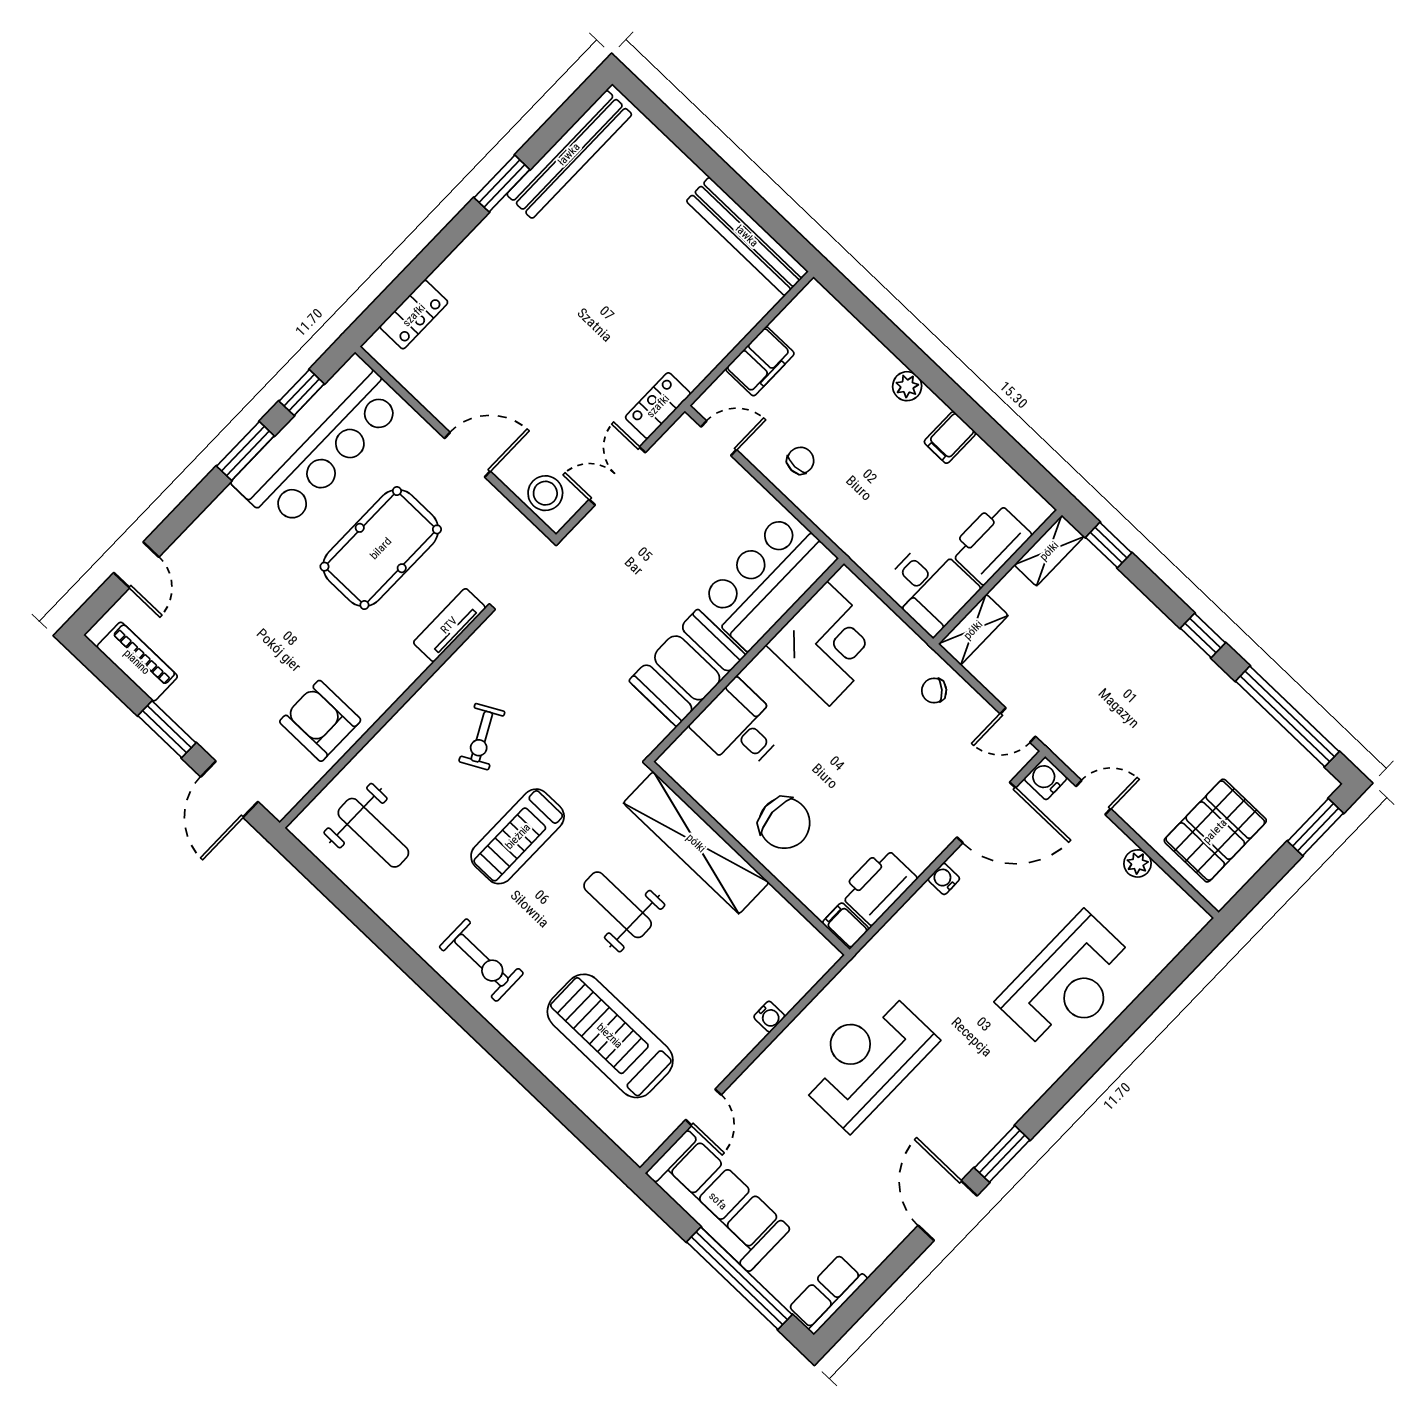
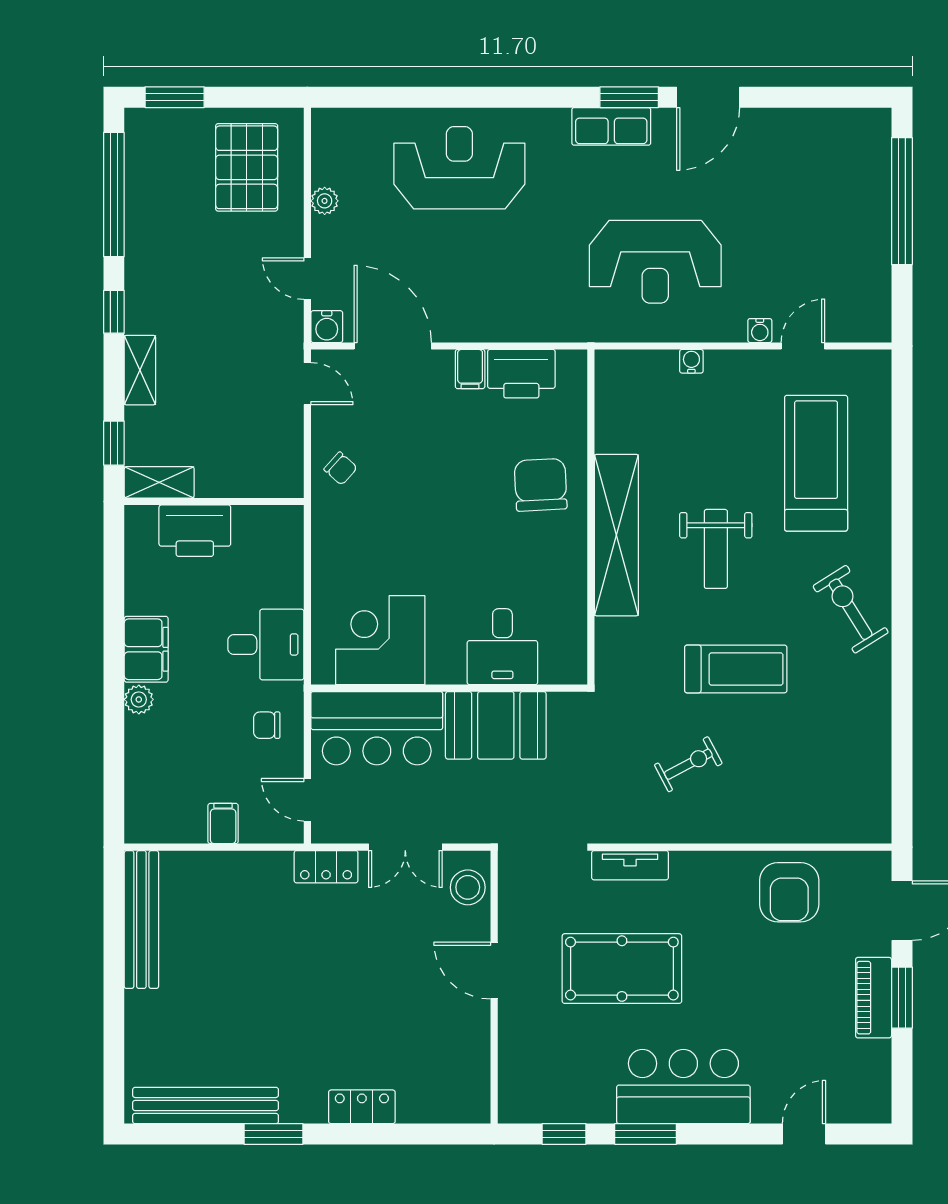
locker: (414, 315) -> (362, 1107), moved
filing cabinet: (760, 361) -> (223, 823), width x0.50
filing cabinet: (950, 438) -> (146, 649), width x2.00
bar counter: (319, 443) -> (683, 1087), moved, width x0.73
bar counter: (767, 580) -> (377, 728), moved
desk: (930, 587) -> (266, 645), moved, turned 90
shelving: (973, 630) -> (140, 370), moved, turned 90
corner desk: (828, 644) -> (380, 640), moved
wall: (746, 660) -> (449, 688), moved
piano: (137, 662) -> (874, 998), moved
booth: (687, 668) -> (496, 725), moved
desk: (739, 727) -> (502, 647), moved
pallet: (1215, 831) -> (247, 167), turned 90
weight bench: (373, 833) -> (833, 776), removed
water cooler: (944, 879) -> (760, 331), moved
filing cabinet: (846, 926) -> (470, 369), moved
exercise bike: (481, 960) -> (851, 609), turned -32
treadmill: (610, 1036) -> (816, 463), turned 180
sofa: (718, 1201) -> (861, 270), removed
row of seats: (827, 1294) -> (611, 126), moved

